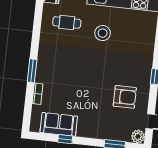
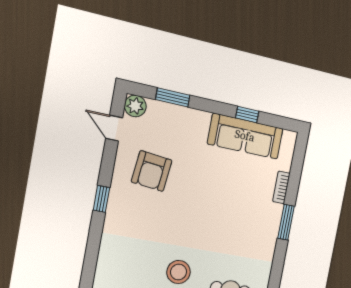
armchair: (125, 97) -> (152, 171), turned -84
sofa: (59, 124) -> (245, 136), width x1.36

